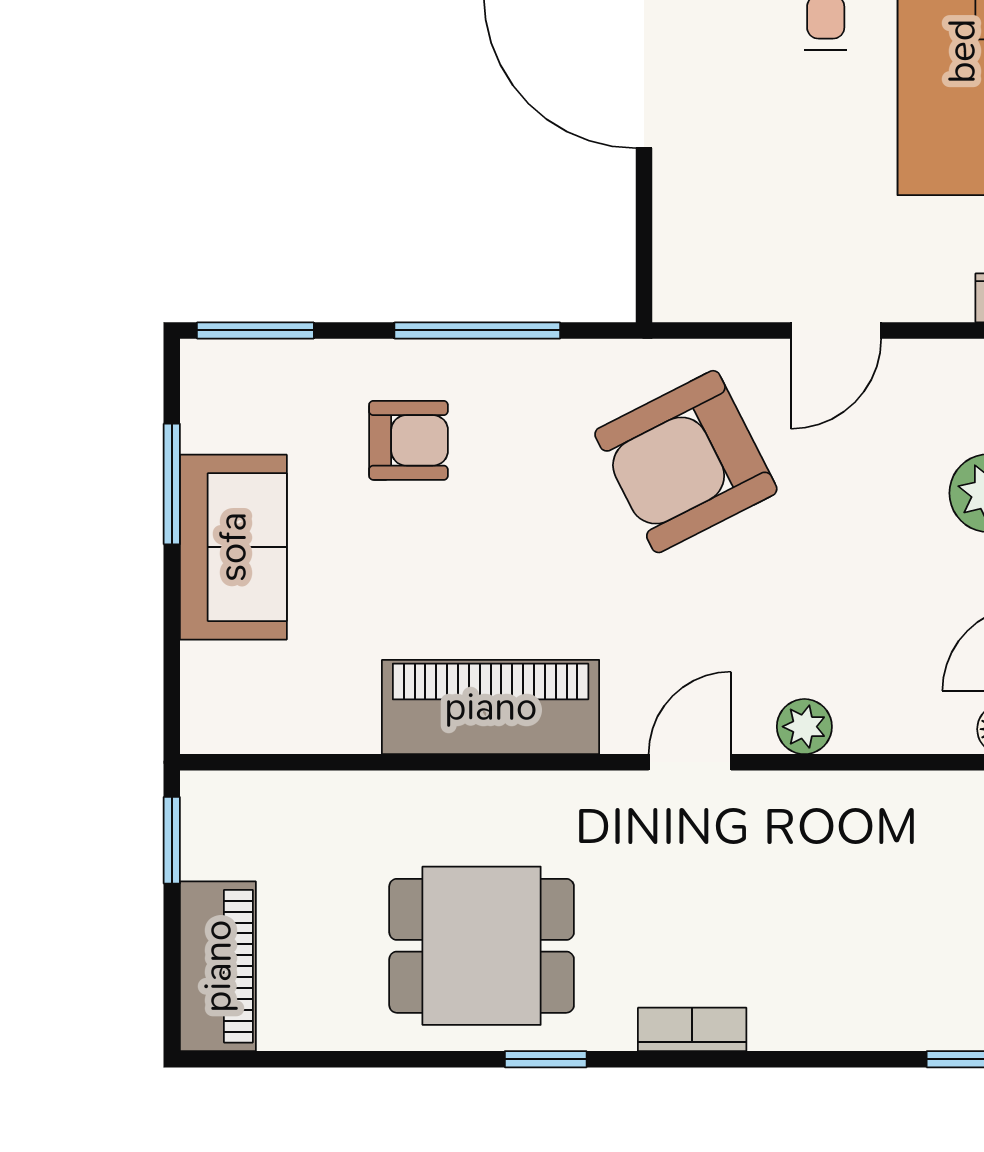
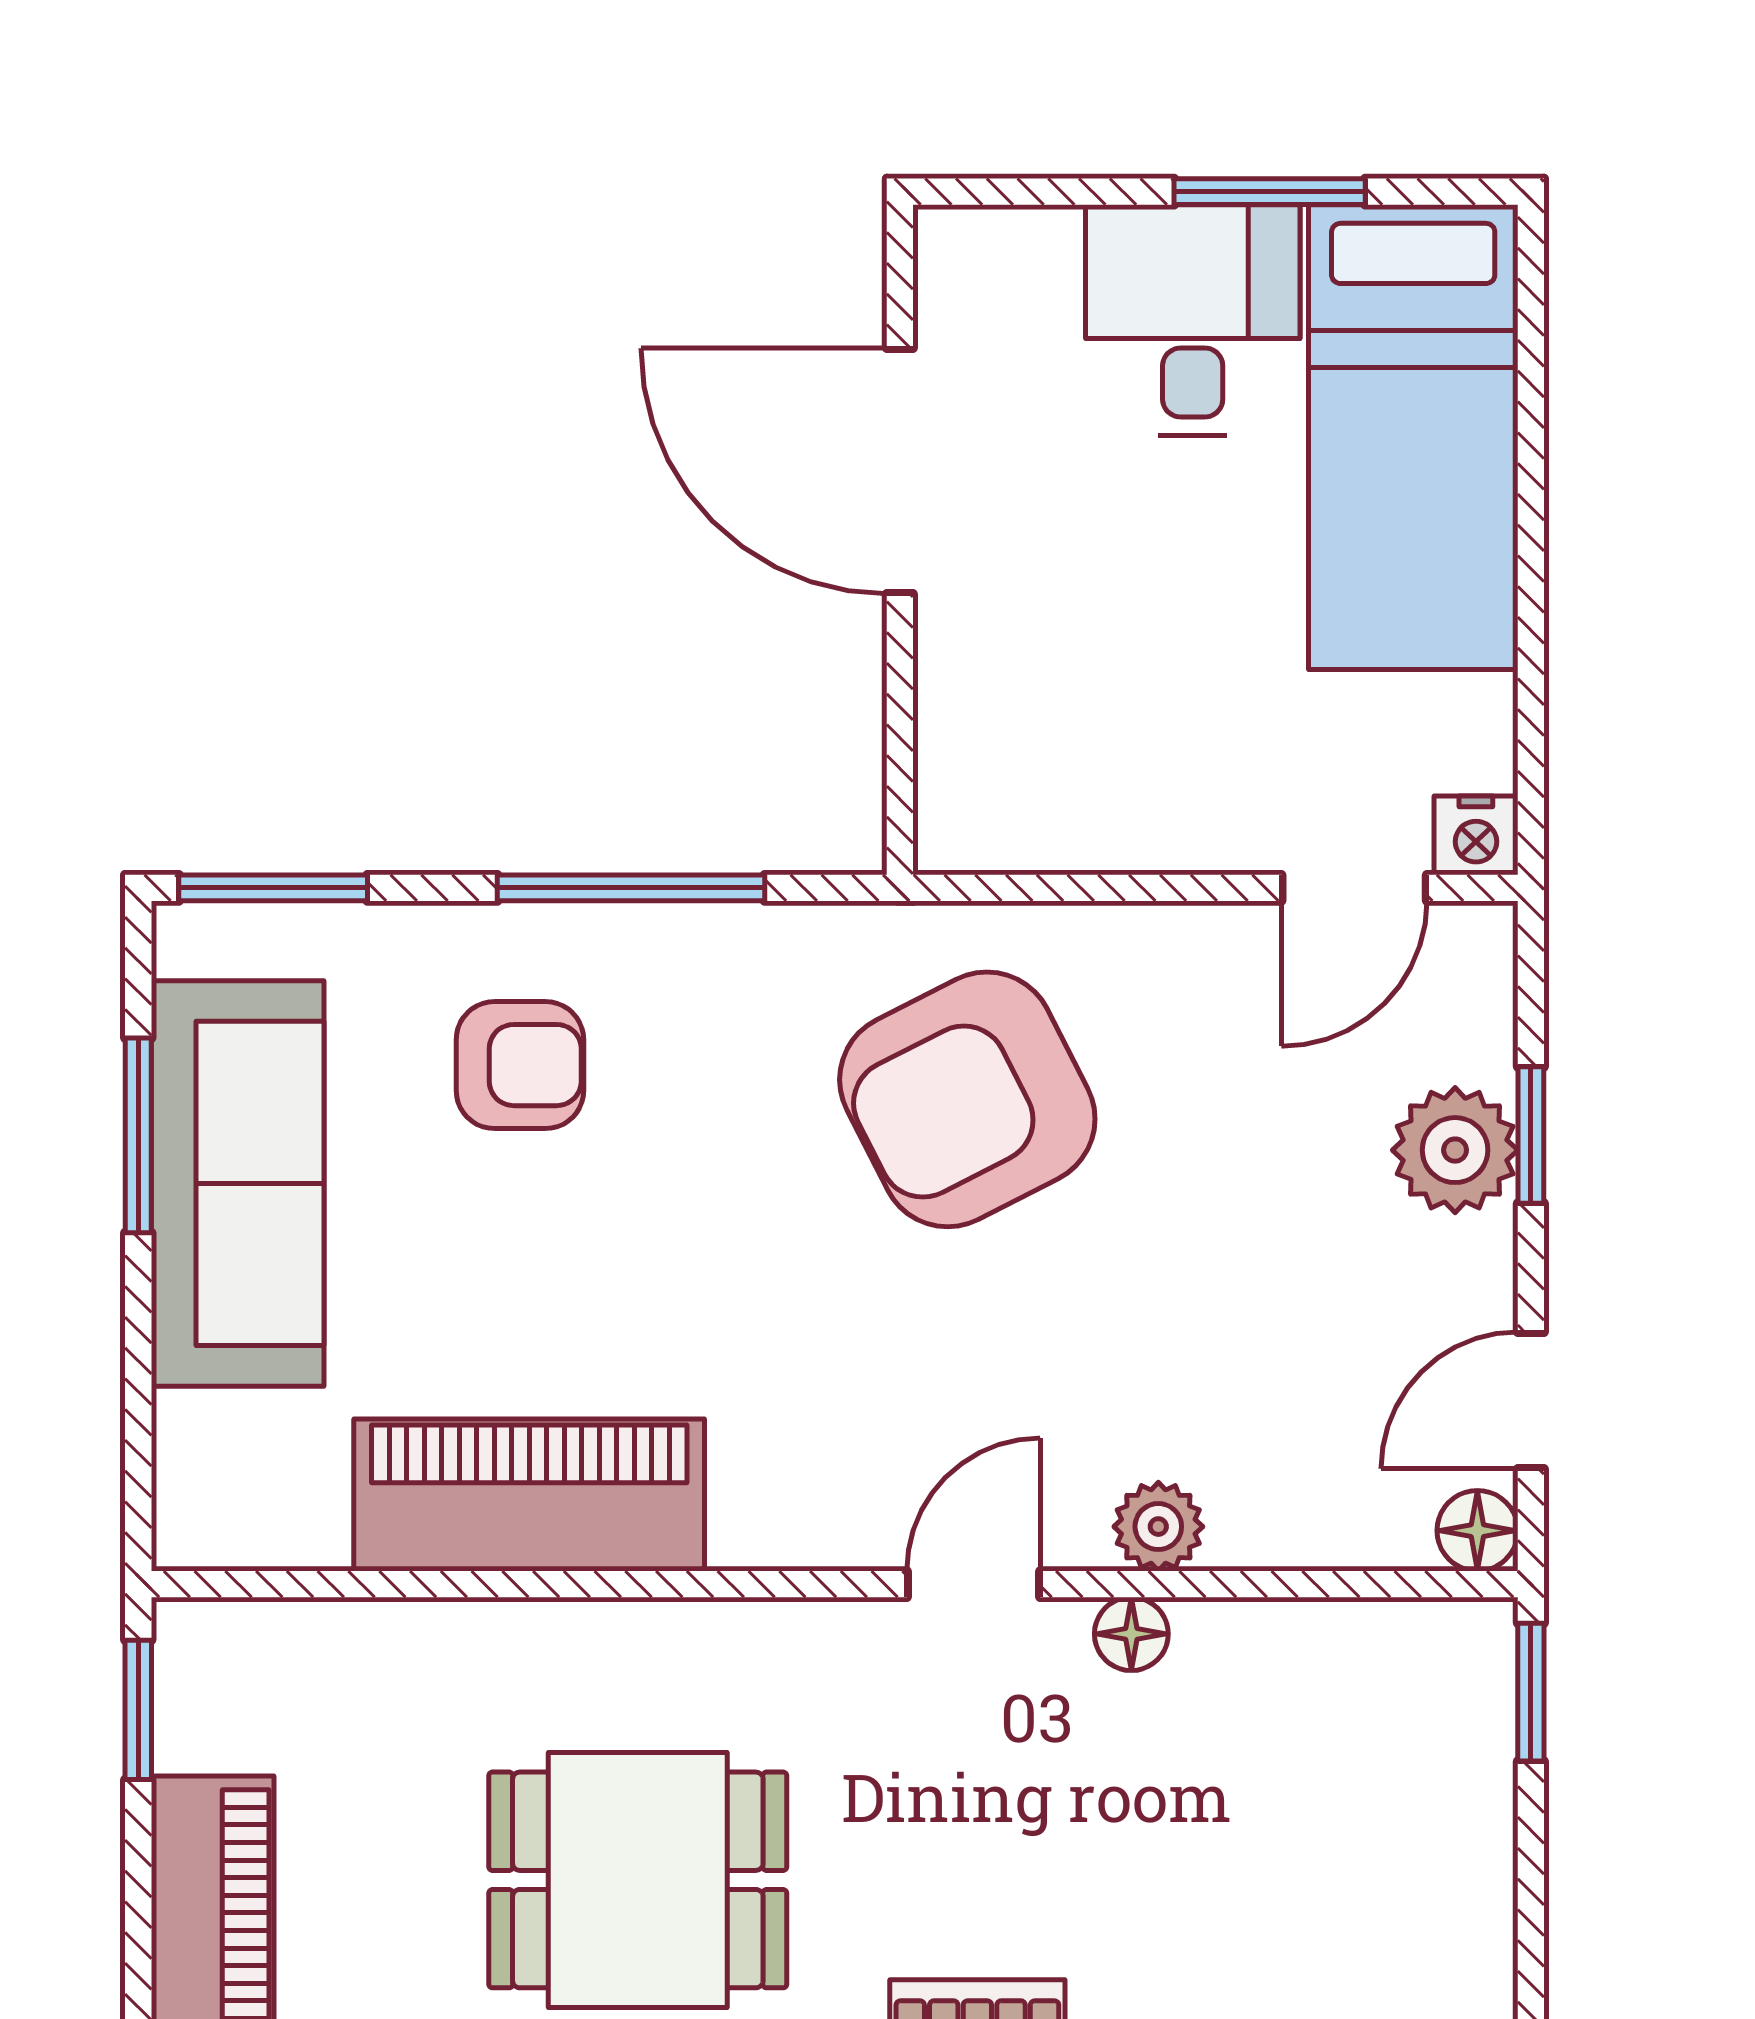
door: (836, 330) -> (1354, 888), moved
sofa: (233, 547) -> (238, 1183), width x1.36
piano: (491, 707) -> (529, 1495), moved
floor lamp: (788, 793) -> (1131, 1634), added

